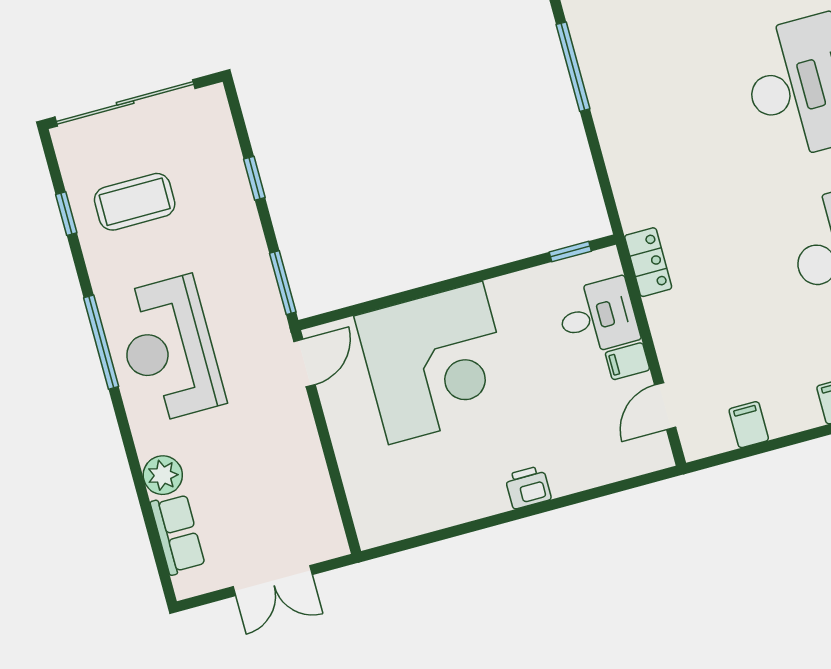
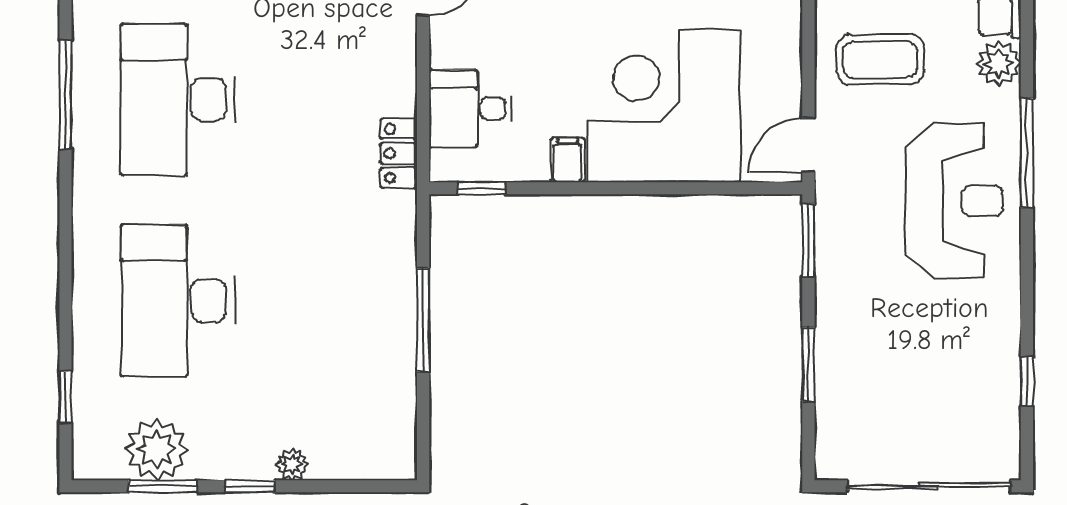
window: (573, 67) -> (423, 320), moved
window: (254, 178) -> (808, 364), width x1.50
coffee table: (135, 202) -> (880, 60), moved
window: (101, 342) -> (1027, 153), moved
filing cabinet: (627, 361) -> (567, 160), moved, turned -90

